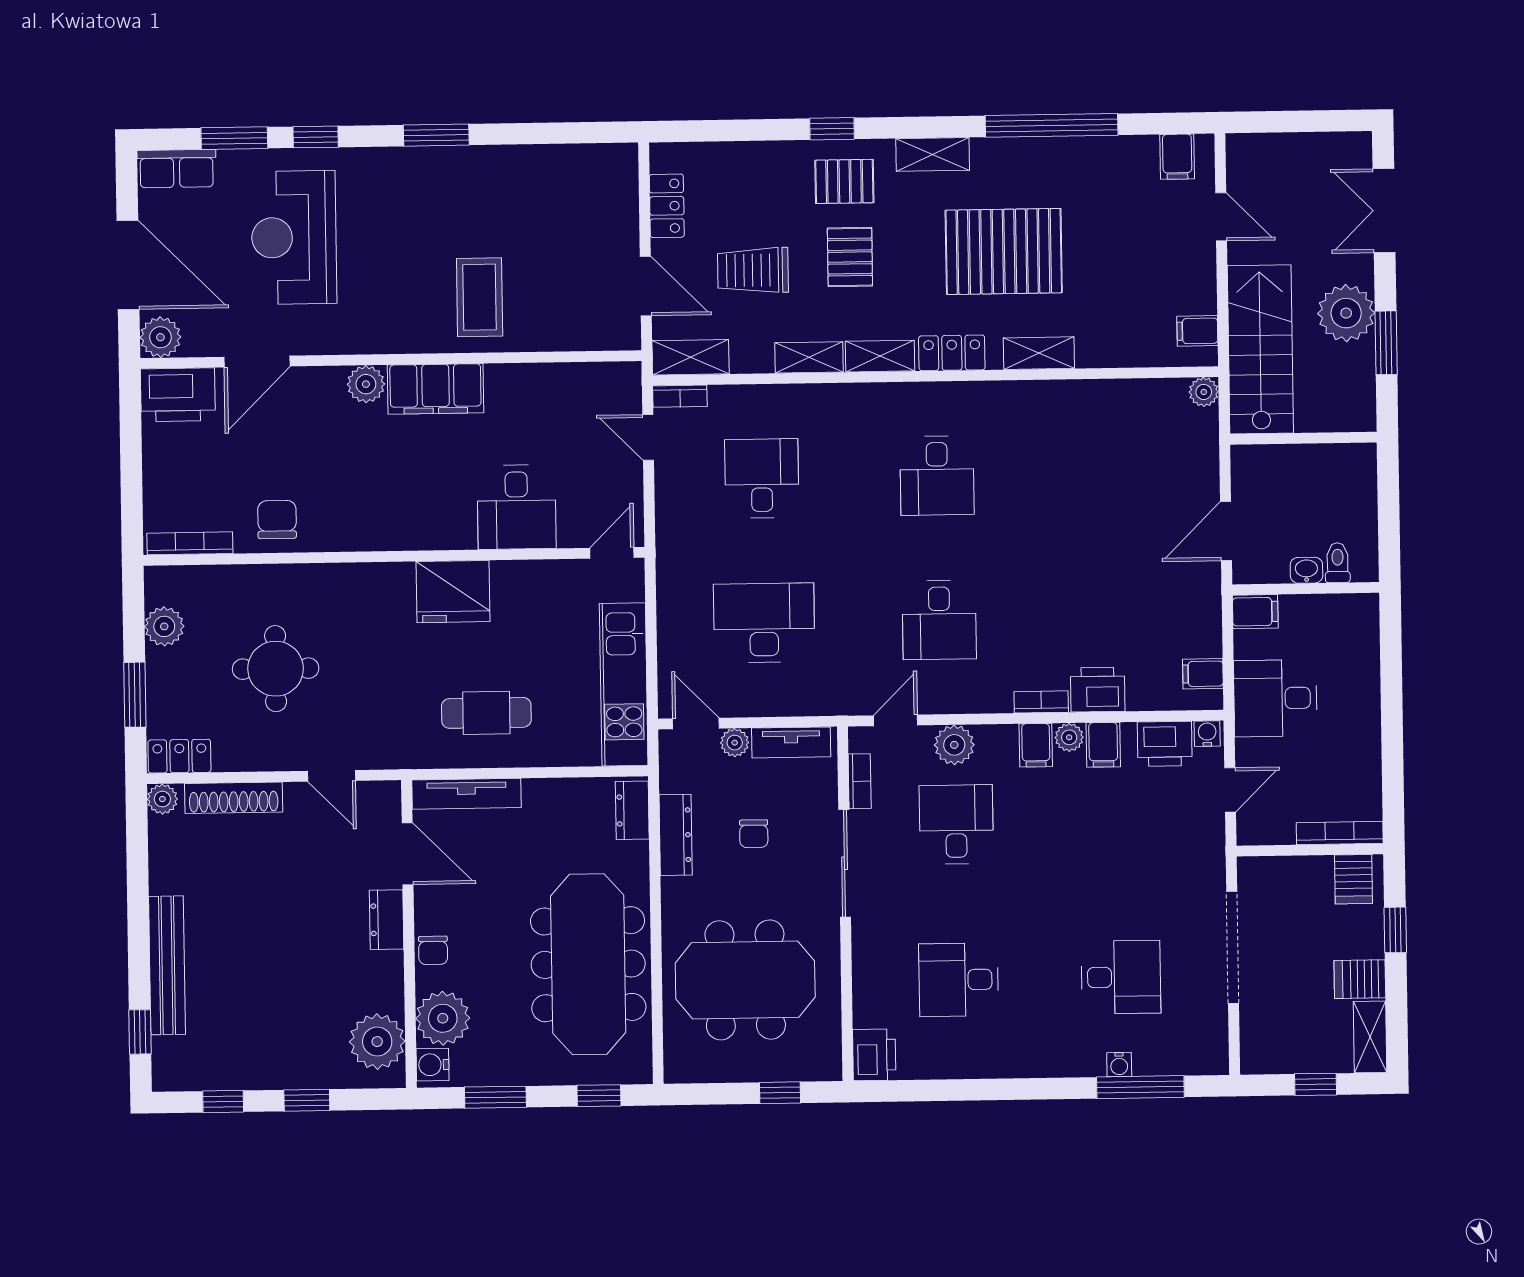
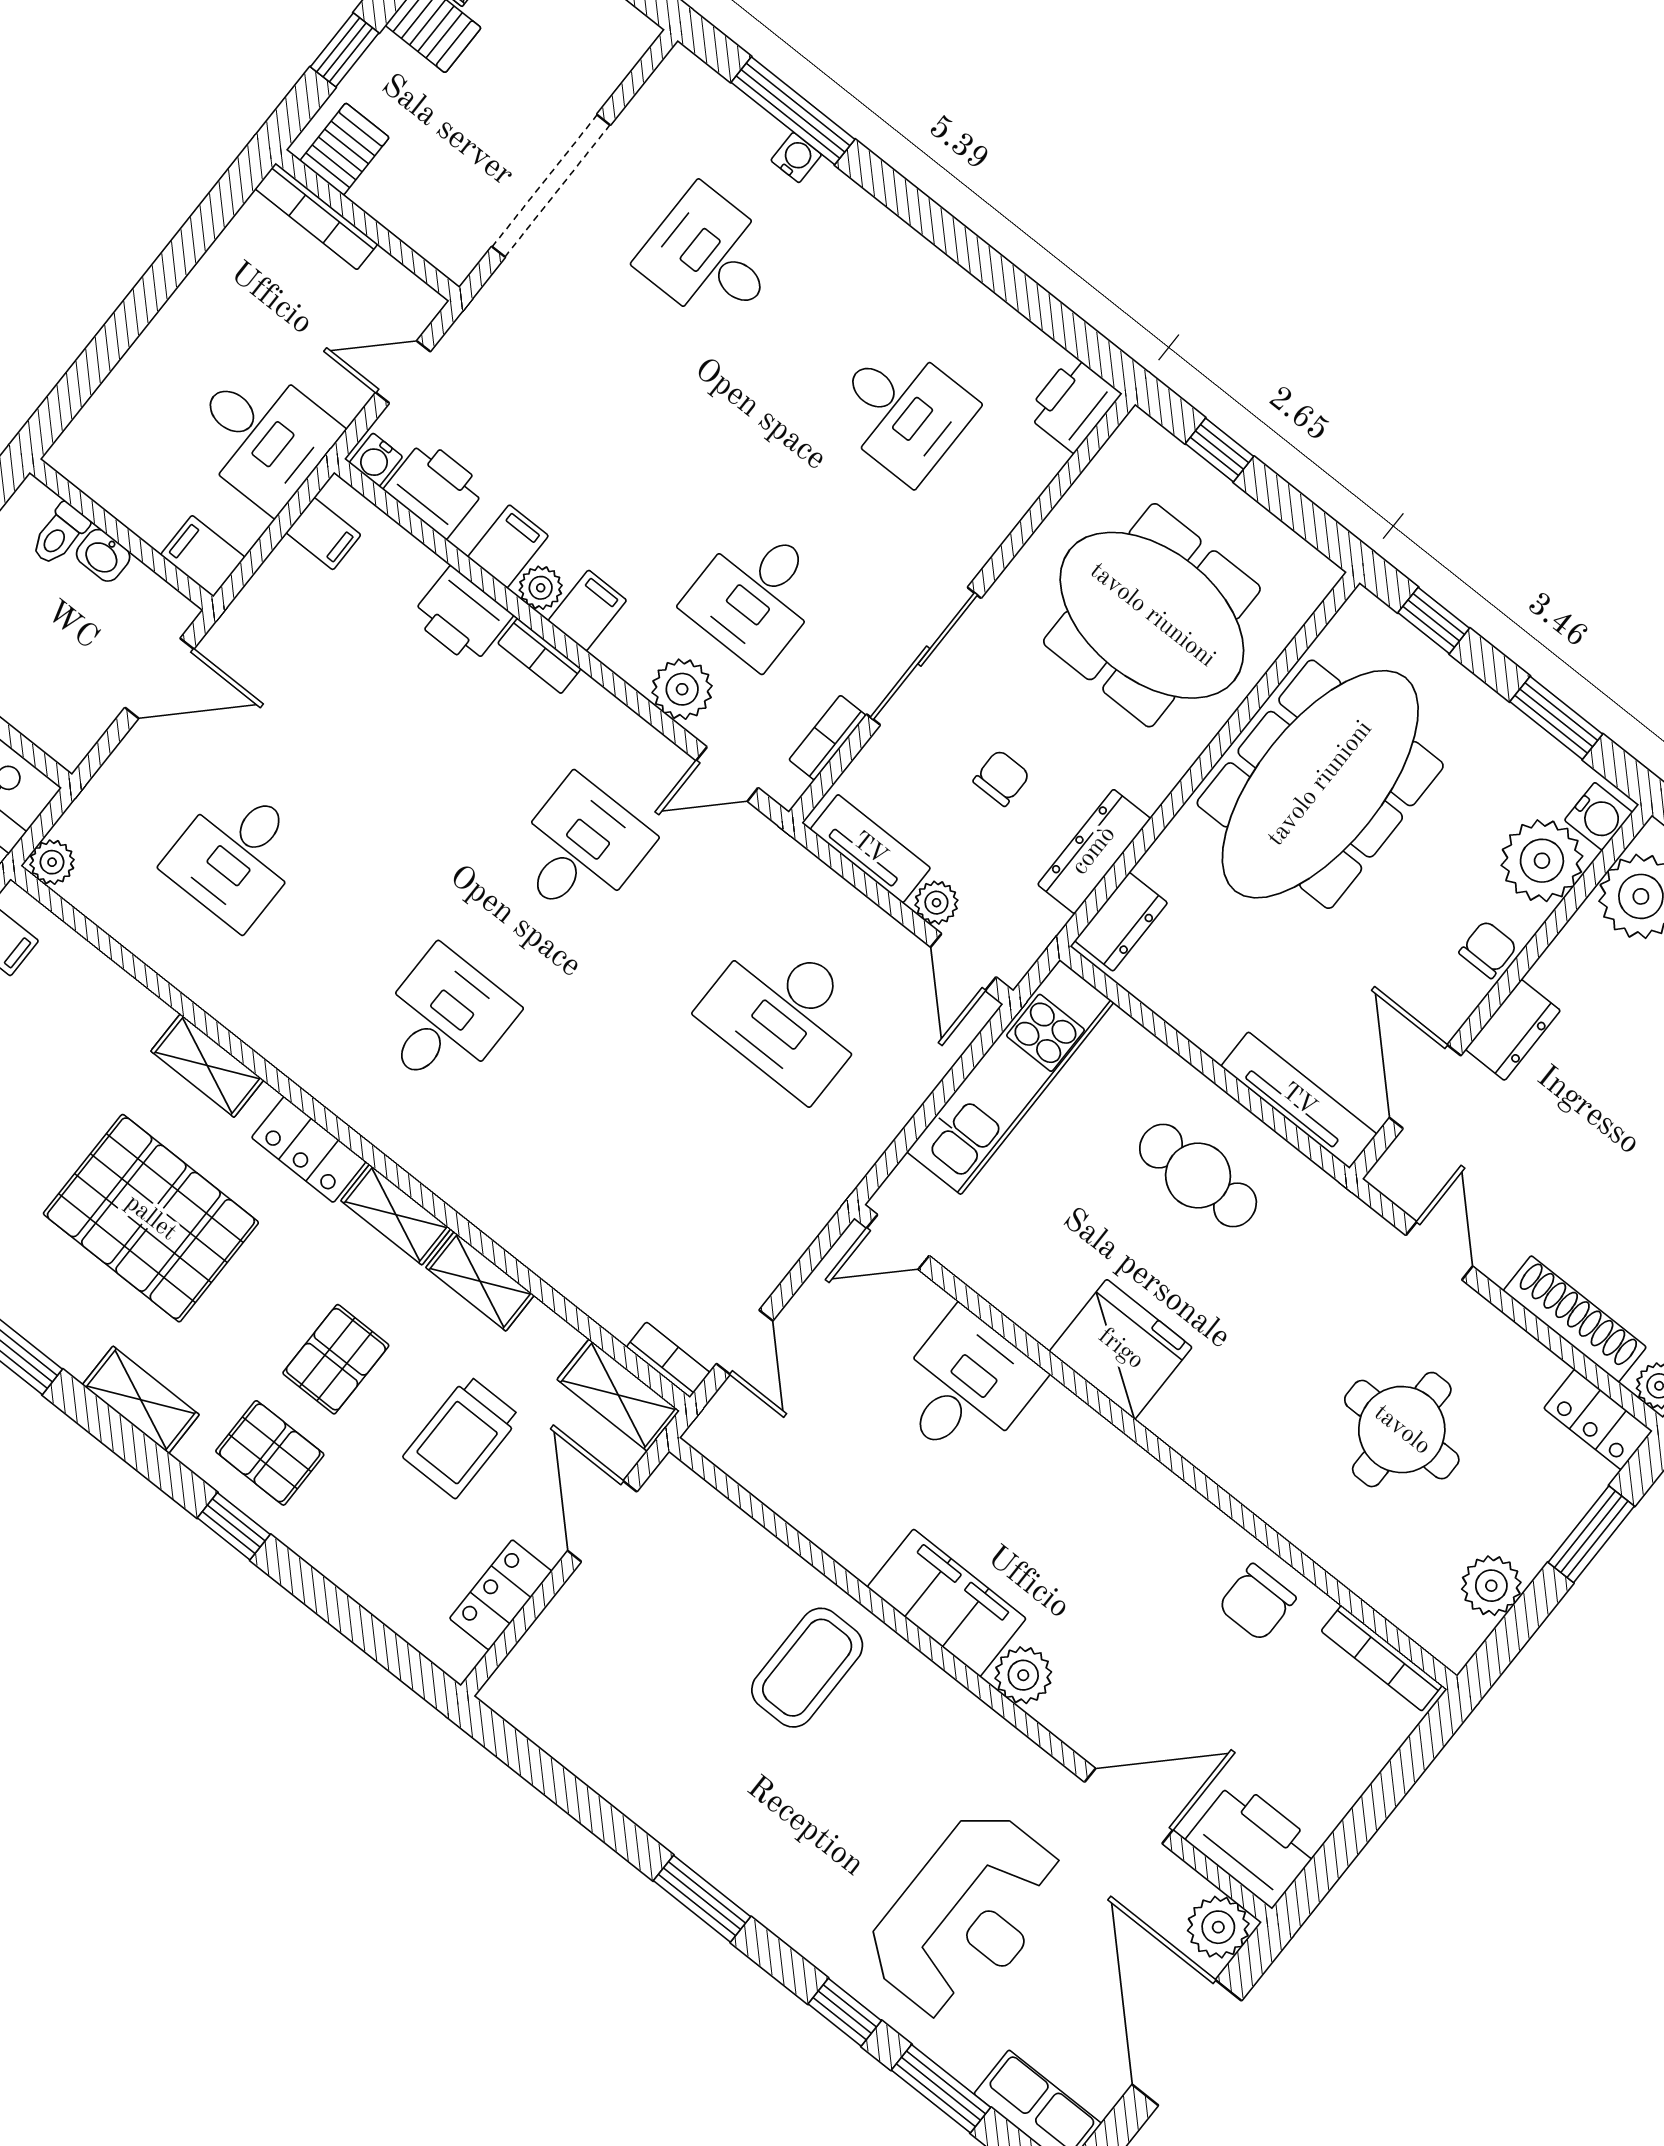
trolley: (753, 270) -> (462, 1437), turned 90
desk: (762, 478) -> (237, 855), moved

